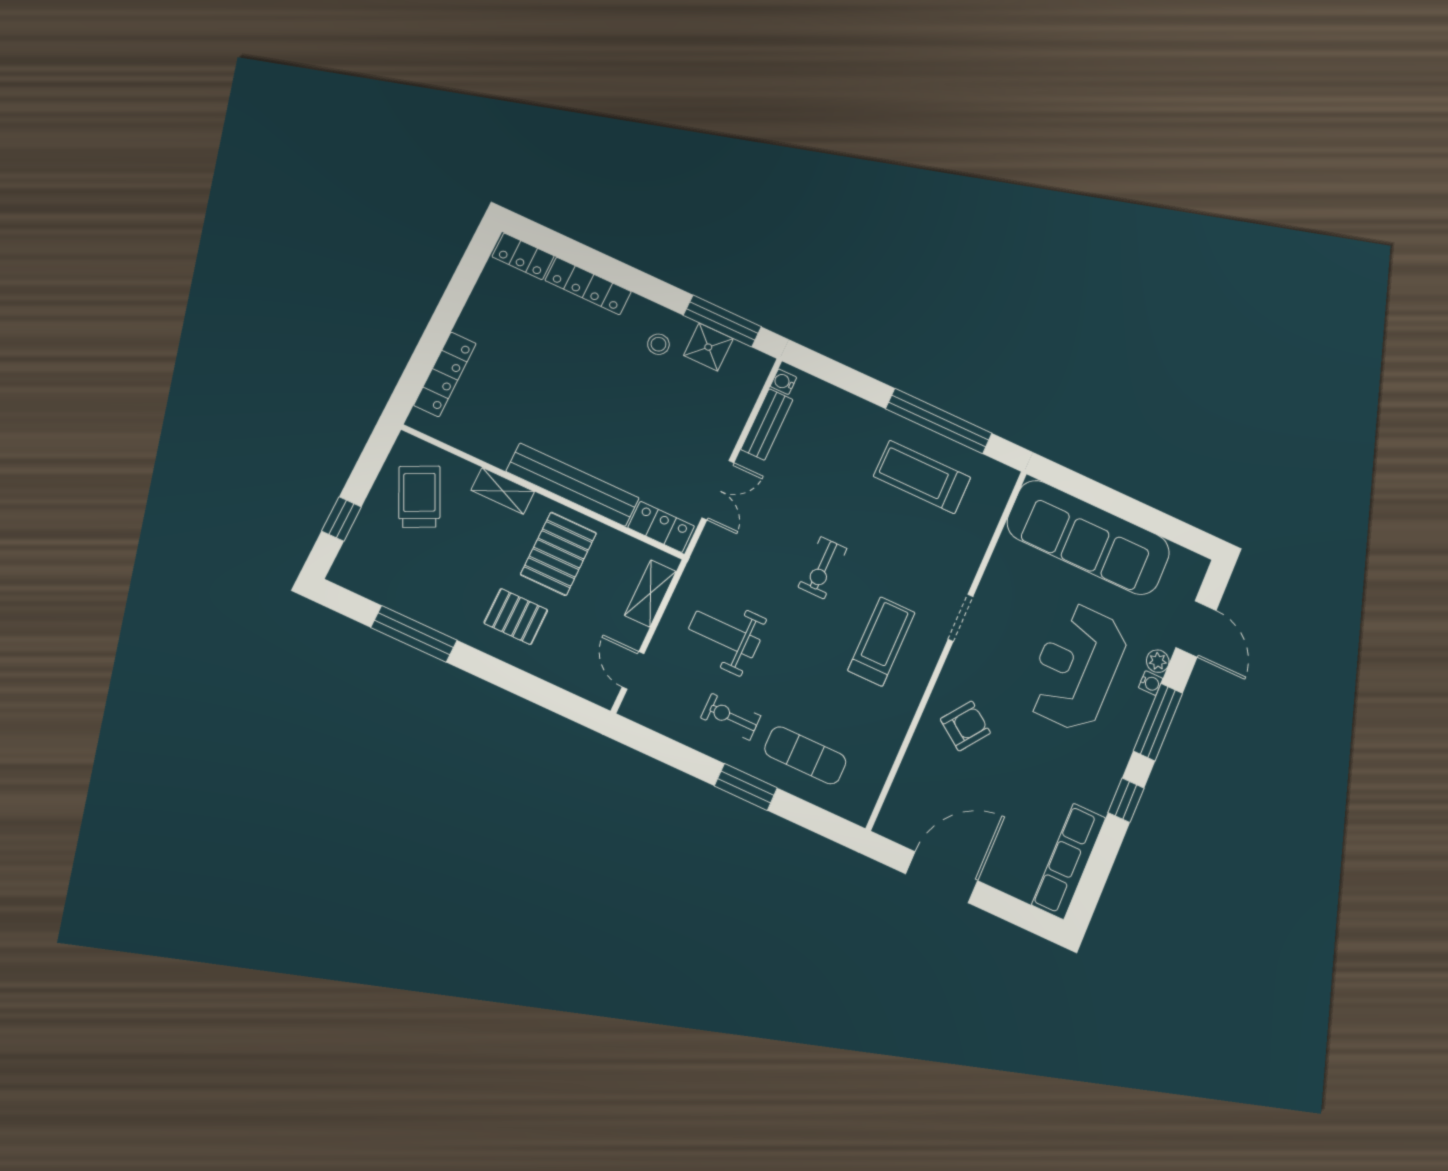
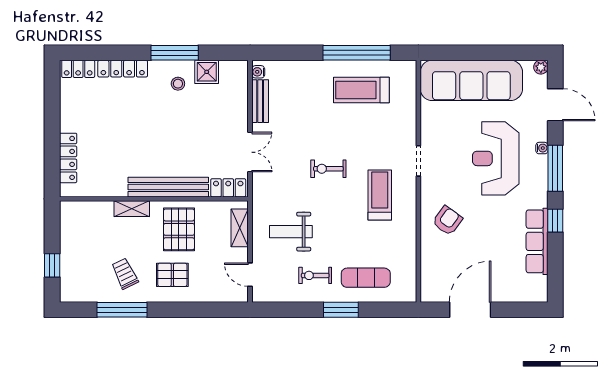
window: (722, 321) -> (175, 53), moved
trolley: (419, 497) -> (125, 274), moved, width x0.73, depth x0.72
exercise bike: (822, 568) -> (328, 169), turned 90
plant: (1158, 661) -> (541, 67), moved
row of seats: (1069, 861) -> (537, 241), moved

